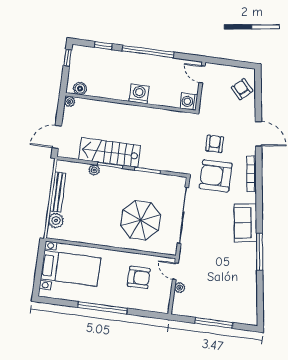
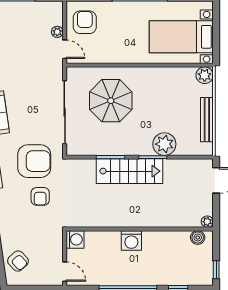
stairs: (110, 152) -> (130, 171), moved
plant: (94, 170) -> (164, 144), width x1.87, depth x1.87
plant: (56, 221) -> (205, 75), moved
armchair: (139, 277) -> (85, 22), moved, turned 90

